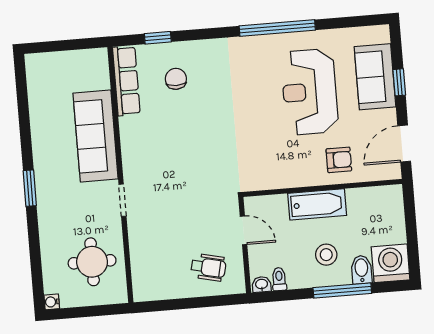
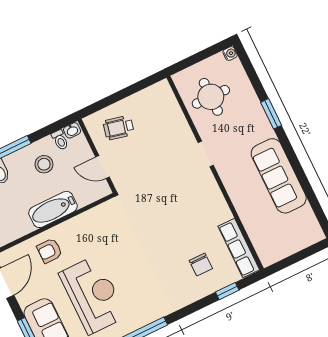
sofa: (96, 136) -> (279, 176), moved, turned 180
window: (30, 188) -> (271, 114), moved
stool: (326, 255) -> (44, 164), moved

